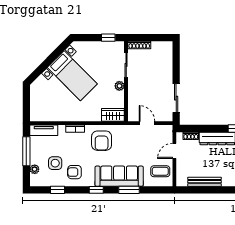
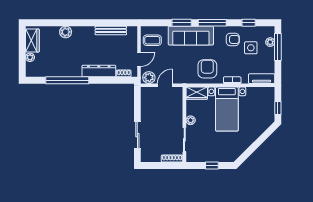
window: (108, 38) -> (212, 166), moved
bed with nightstands: (72, 76) -> (227, 109), moved, turned -135
sliding door: (176, 98) -> (137, 135), moved
window: (26, 99) -> (278, 108), added
door: (147, 123) -> (165, 85), swing flipped
plant: (164, 131) -> (149, 78), added
window: (26, 151) -> (278, 47), moved
window: (96, 190) -> (212, 23), width x2.17

